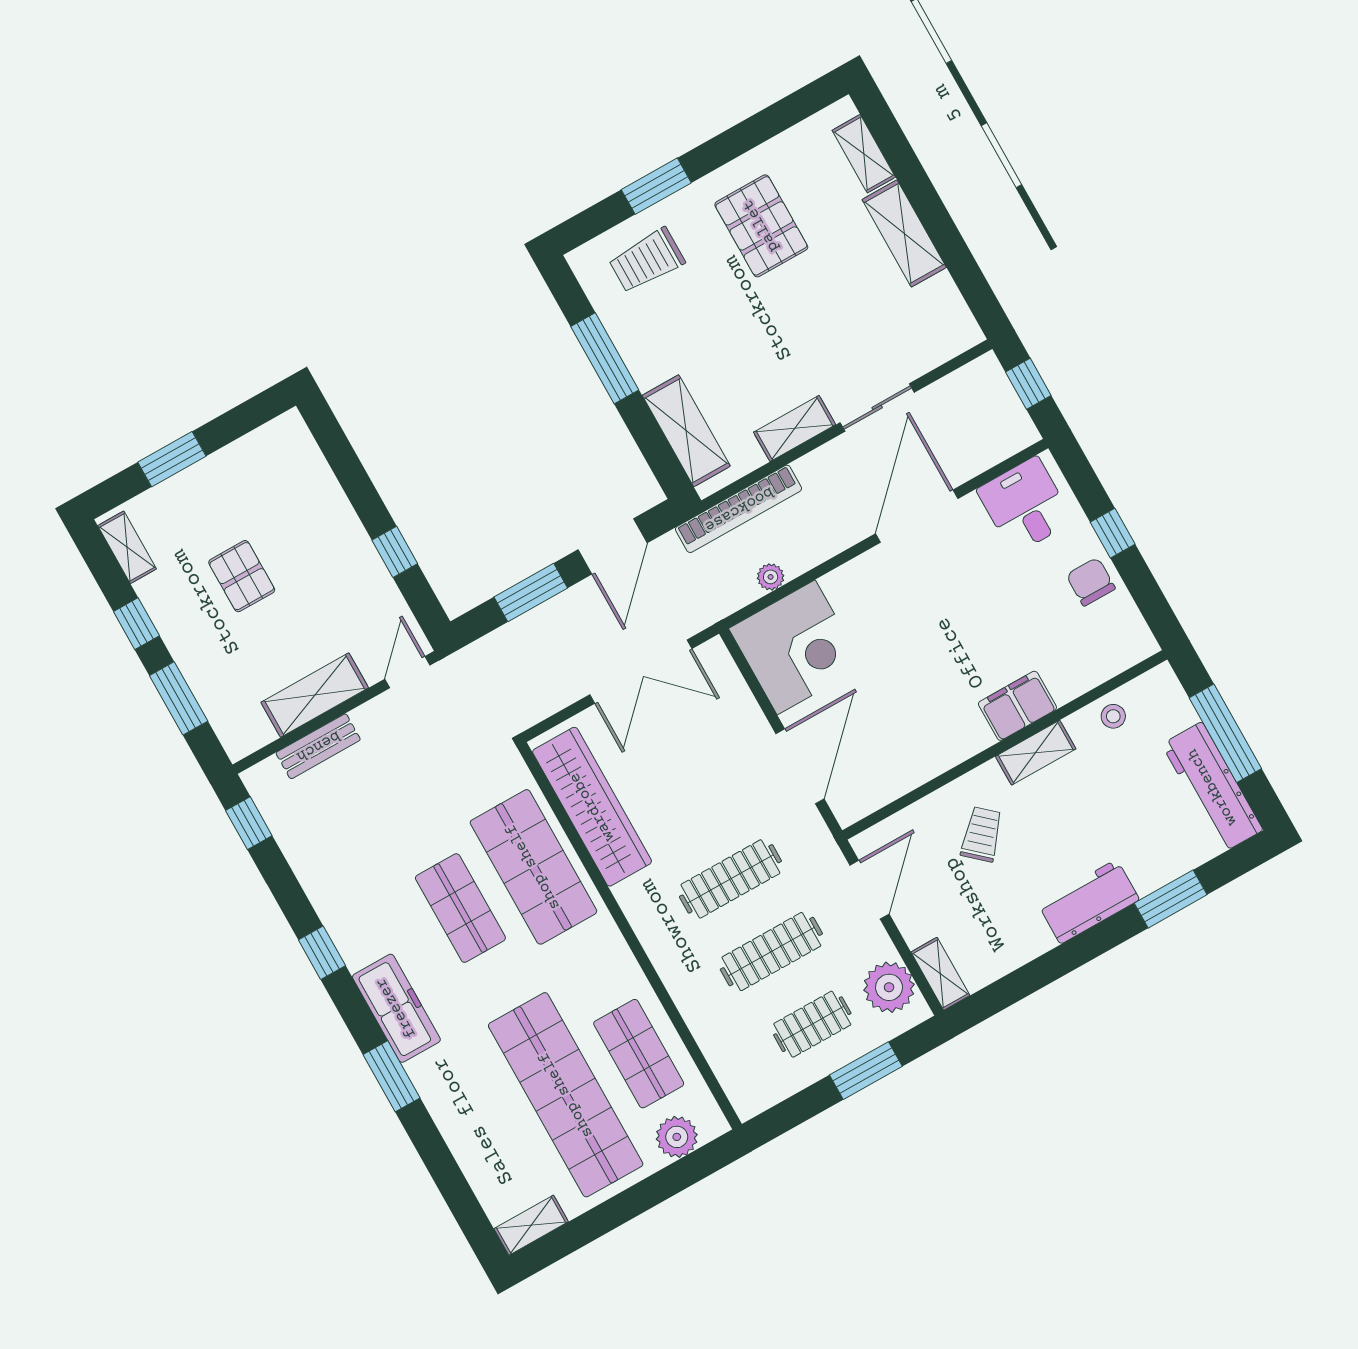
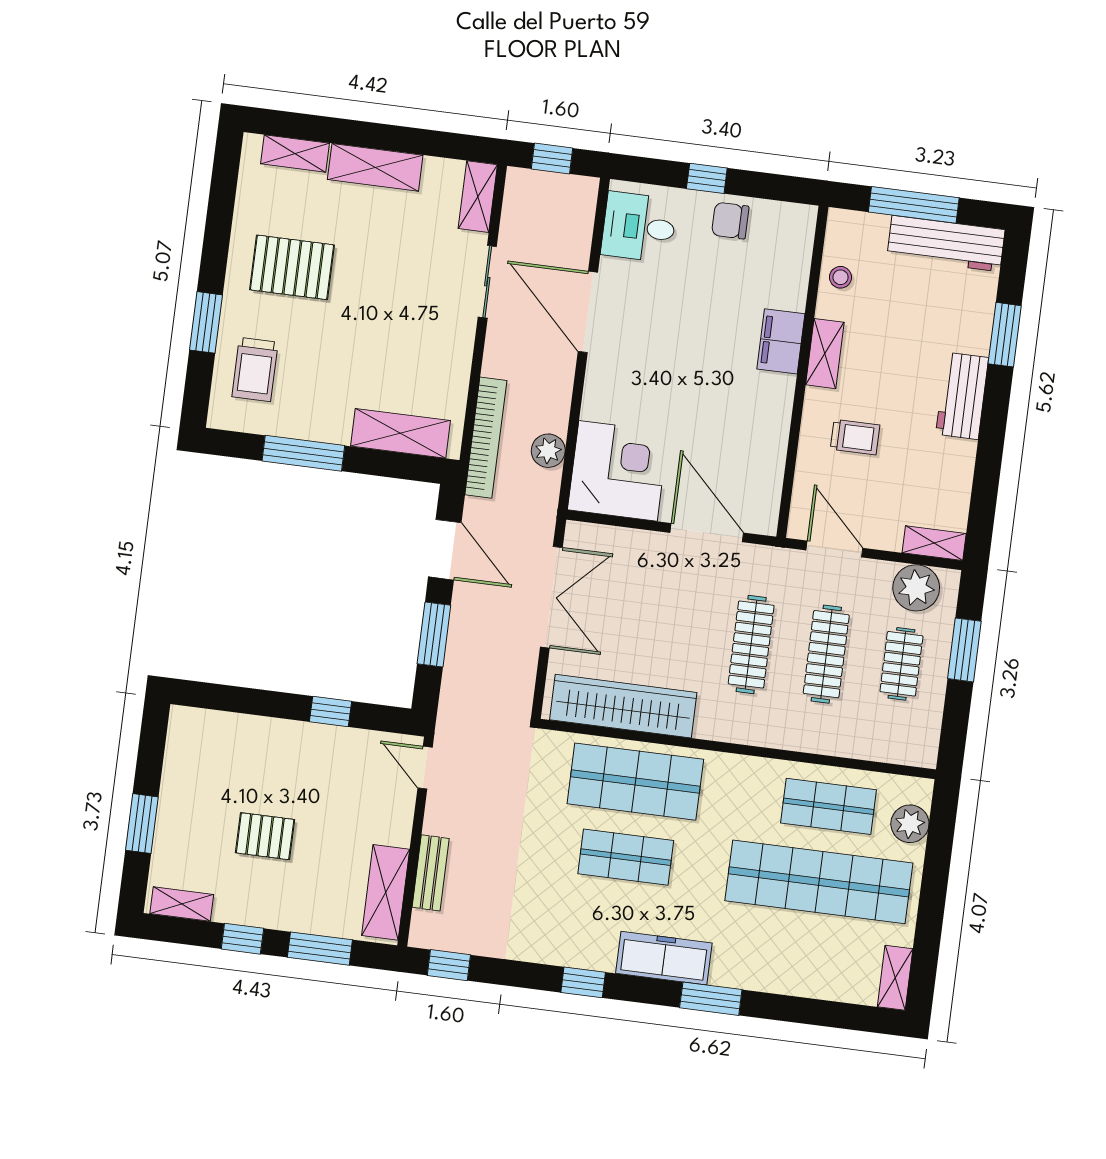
shelving: (795, 428) -> (478, 197), moved
plant: (771, 577) -> (548, 451), width x1.38, depth x1.38
shelving: (315, 695) -> (386, 892), moved
trolley: (982, 834) -> (855, 437), turned 138

